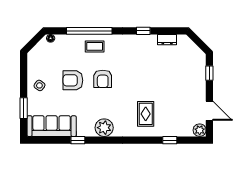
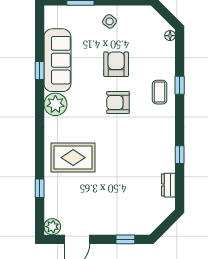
window: (89, 31) -> (180, 85), width x0.32
rug: (146, 114) -> (73, 158), width x1.36, depth x1.43
sofa: (52, 126) -> (57, 60), moved

